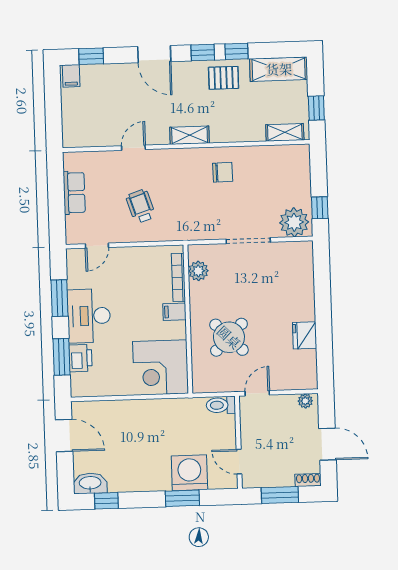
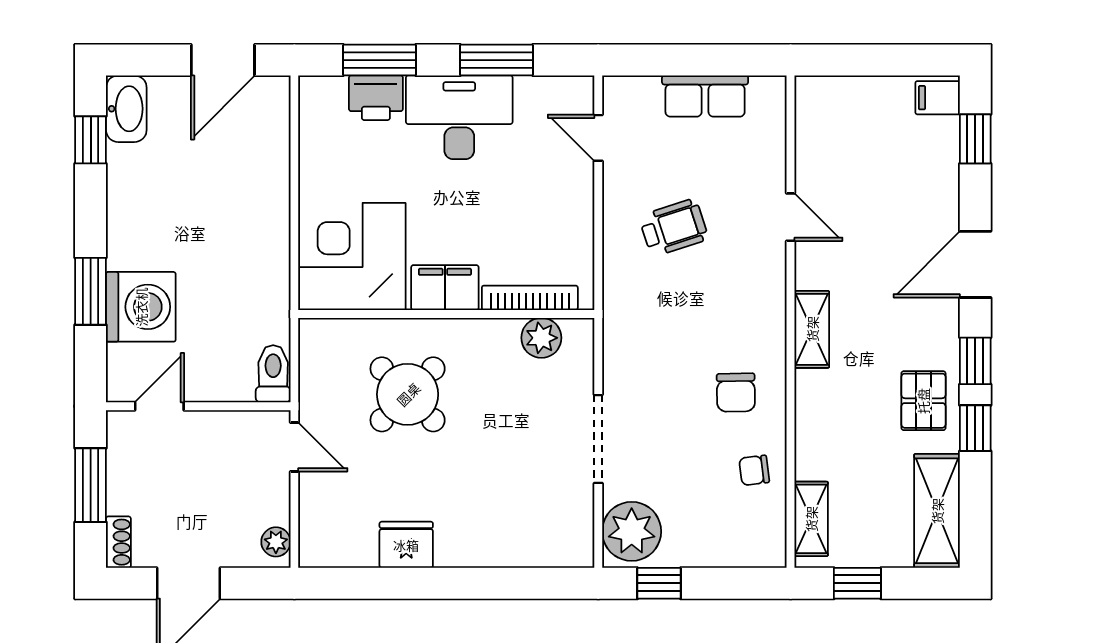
chair: (261, 162) -> (754, 470), added
filing cabinet: (174, 312) -> (445, 288), width x2.00

